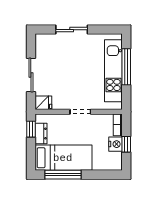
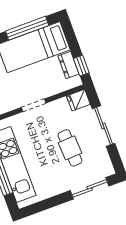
sliding door: (72, 30) -> (90, 188), moved
cafe table: (64, 67) -> (70, 148), added

